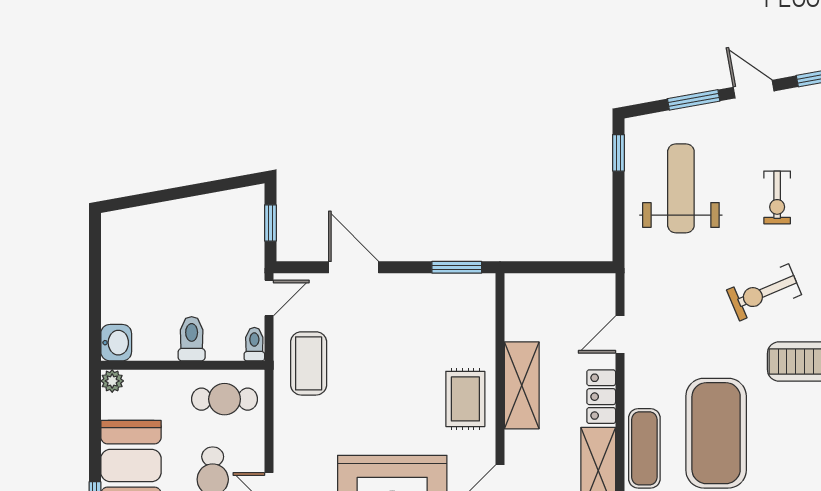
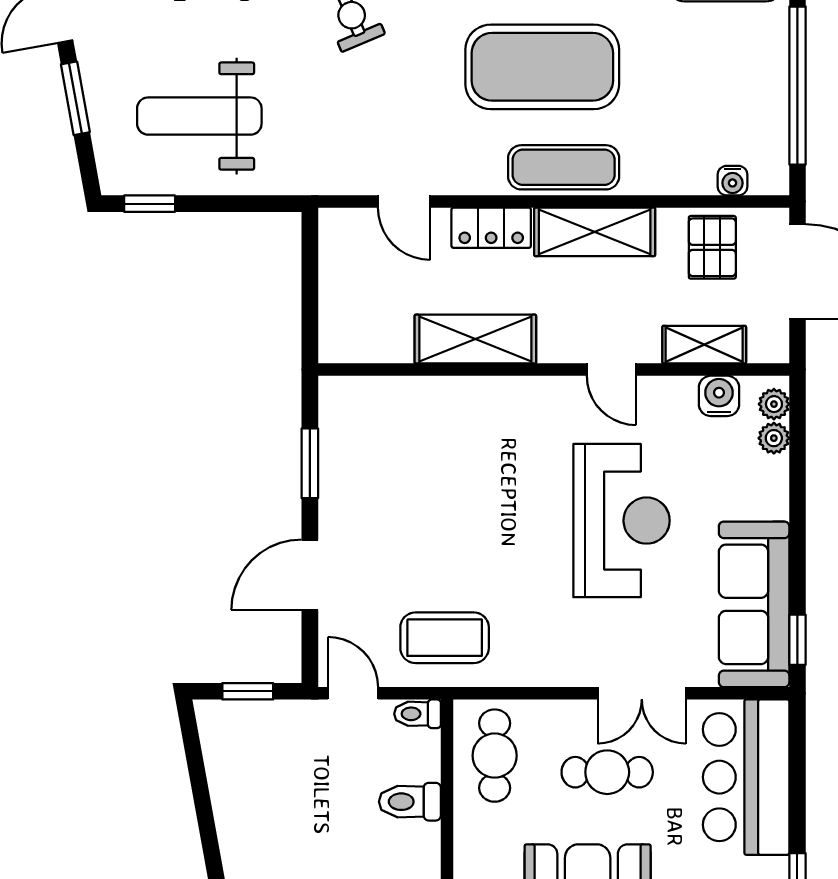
window: (457, 267) -> (310, 463), moved
rug: (465, 399) -> (494, 418), removed

